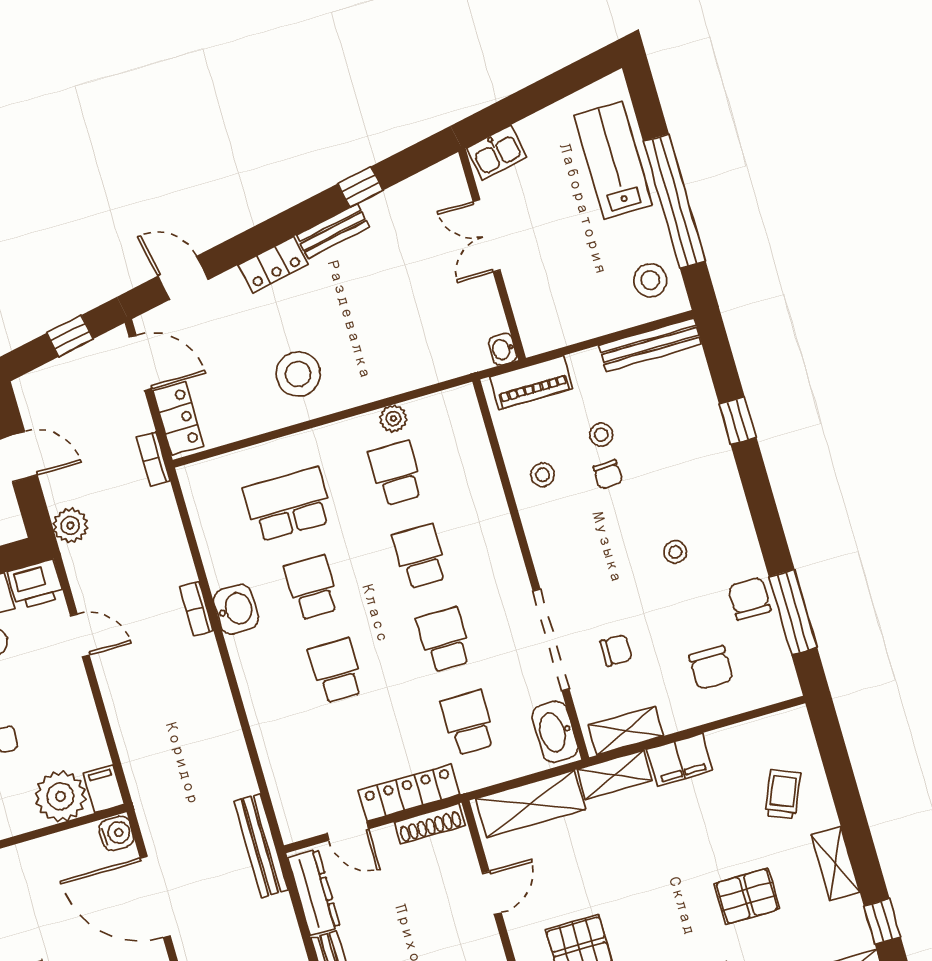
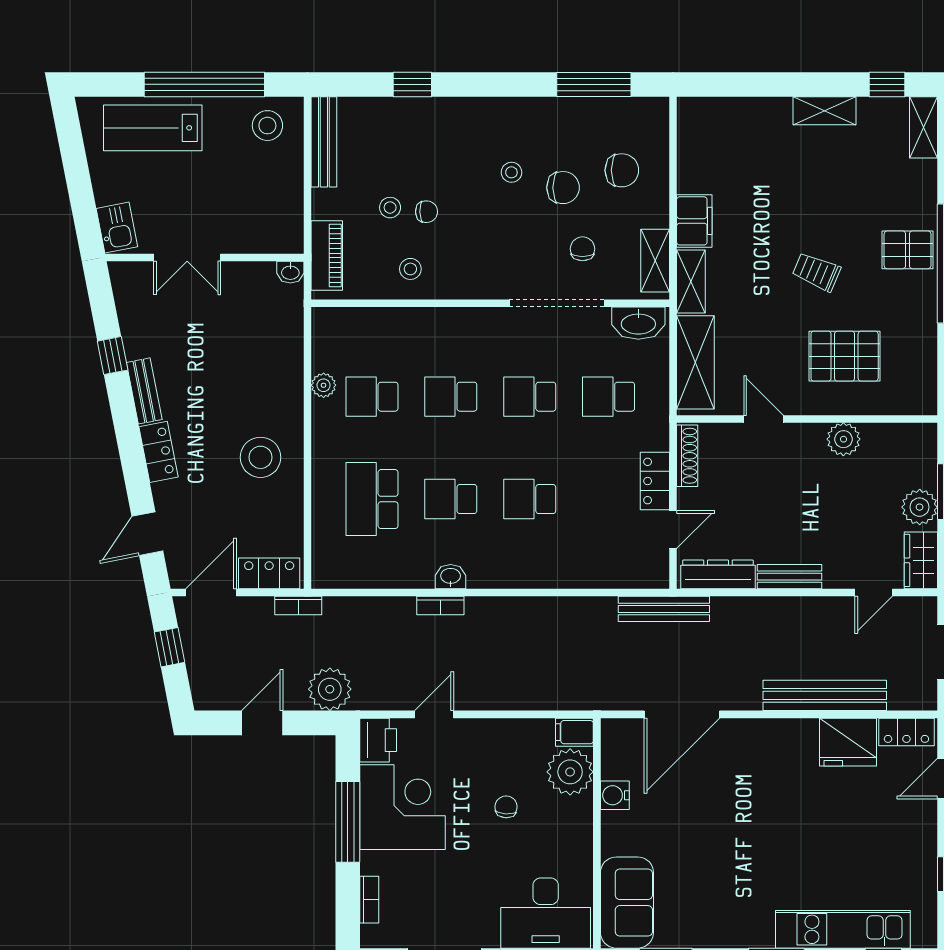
plant: (70, 525) -> (330, 689), width x1.36, depth x1.36
chair: (749, 599) -> (563, 188), moved, turned 180
washbasin: (236, 609) -> (451, 577), width x0.72, depth x0.69
locker: (409, 793) -> (655, 481), width x0.66
trolley: (783, 794) -> (816, 272), moved
water cooler: (116, 833) -> (615, 795), moved, turned -90
pallet: (747, 896) -> (831, 197), removed

